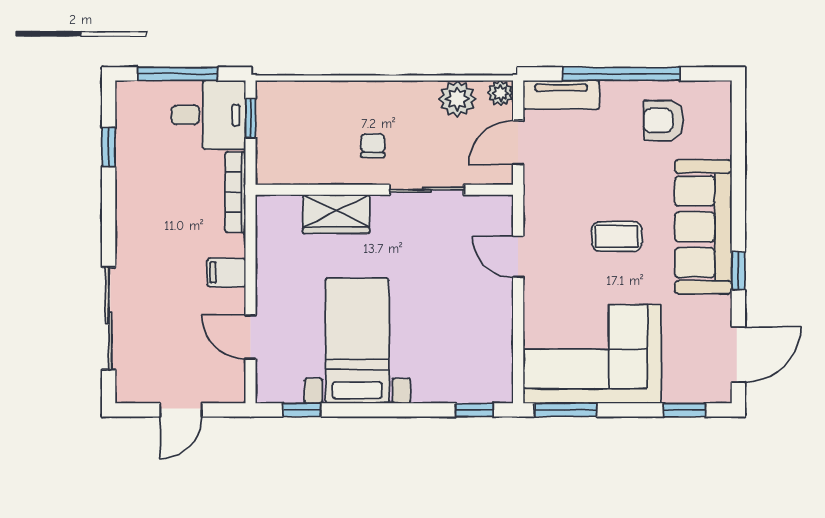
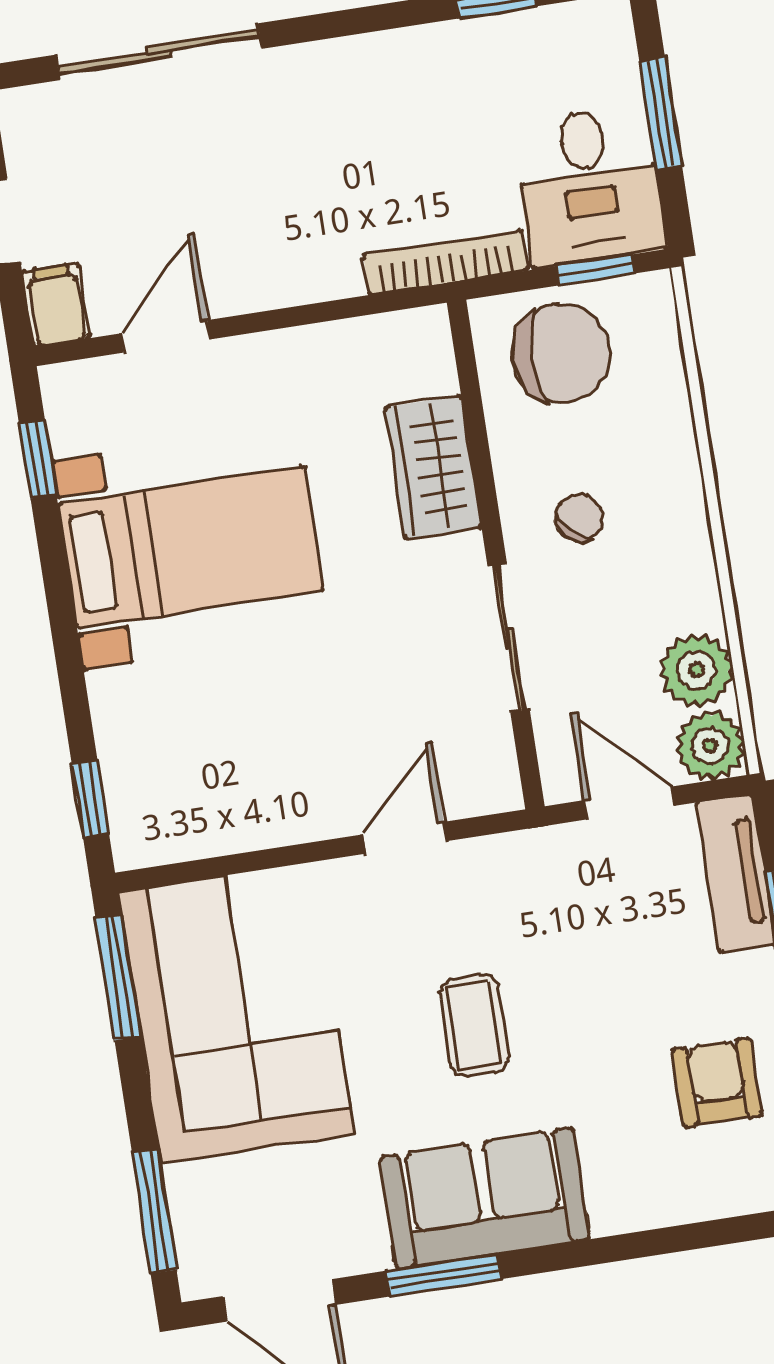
window: (178, 74) -> (661, 113), width x0.69
plant: (501, 93) -> (710, 746), width x1.38, depth x1.38
chair: (289, 142) -> (561, 353), added
chair: (373, 145) -> (579, 518), turned -47
sofa: (703, 227) -> (485, 1198), width x0.73
window: (738, 271) -> (444, 1275), width x1.50
filing cabinet: (226, 273) -> (56, 305), moved
window: (684, 410) -> (154, 1211), width x1.50

